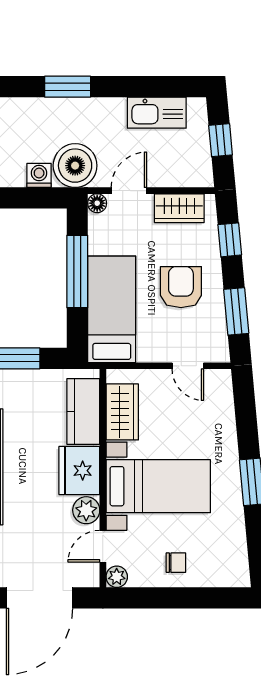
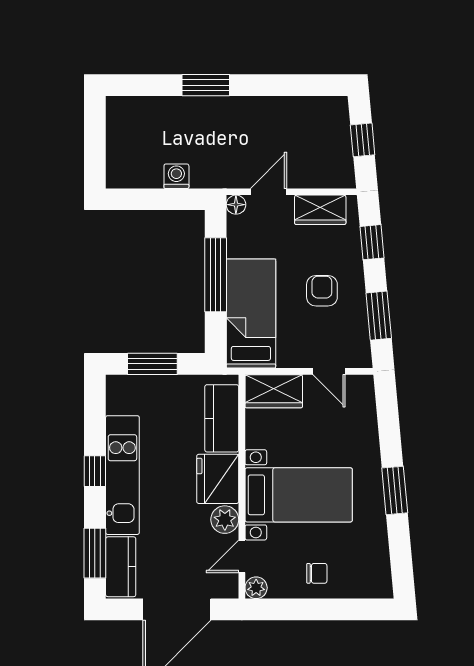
kitchen sink: (157, 113) -> (297, 112), removed
boiler: (75, 166) -> (213, 166), removed
armchair: (181, 287) -> (322, 291), width x0.72, depth x0.72
wardrobe: (122, 412) -> (274, 391), moved, turned 90

